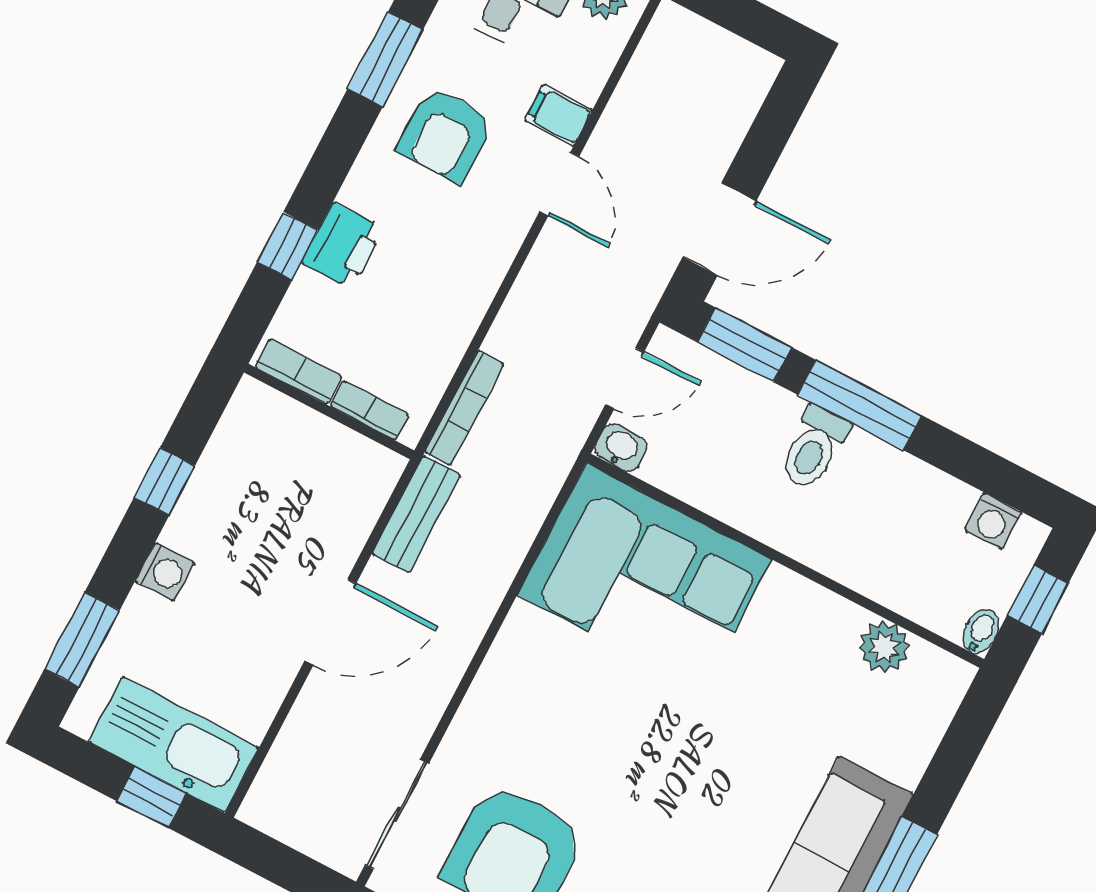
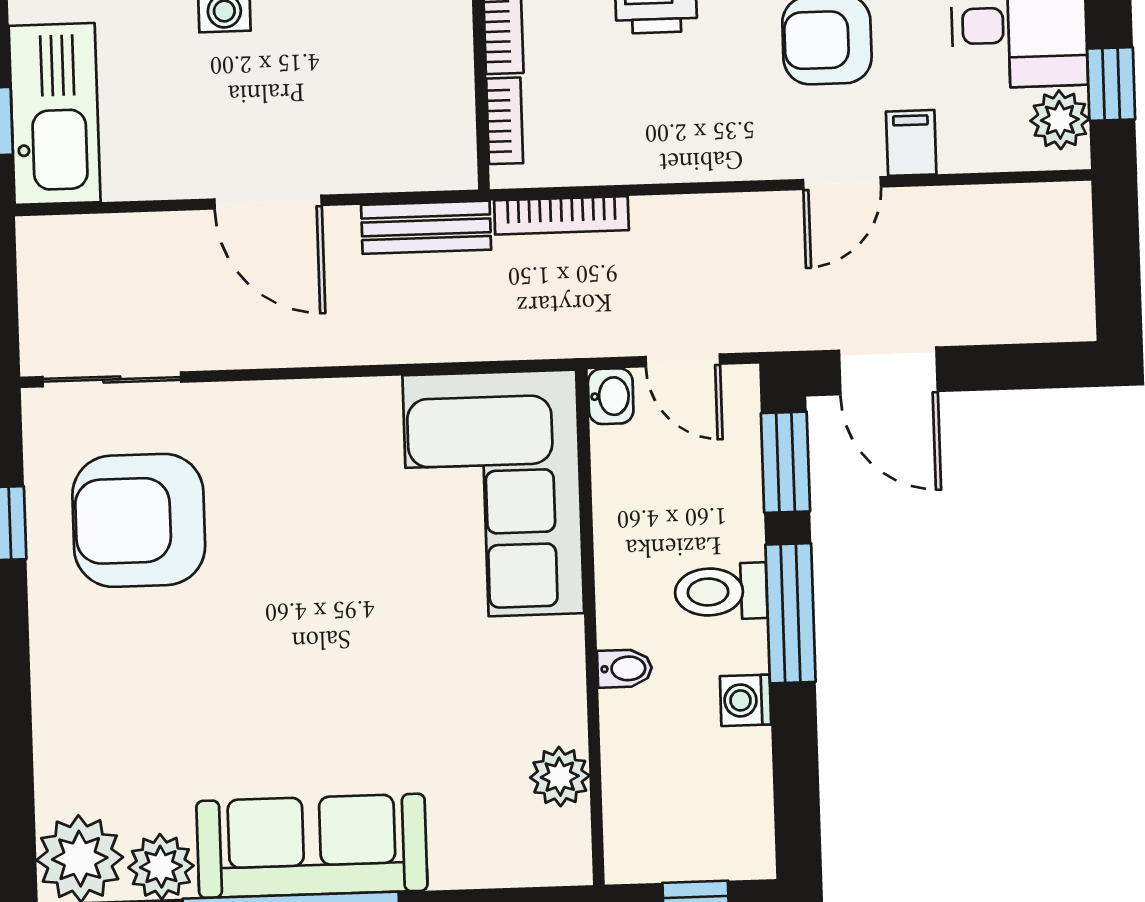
washing machine: (993, 521) -> (746, 700), moved
bidet: (981, 631) -> (625, 669), moved

